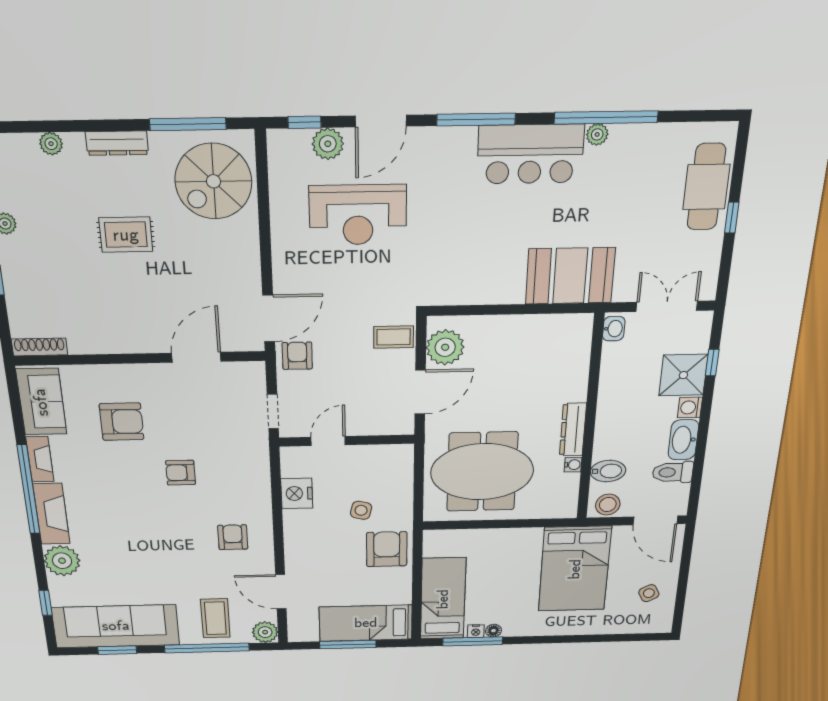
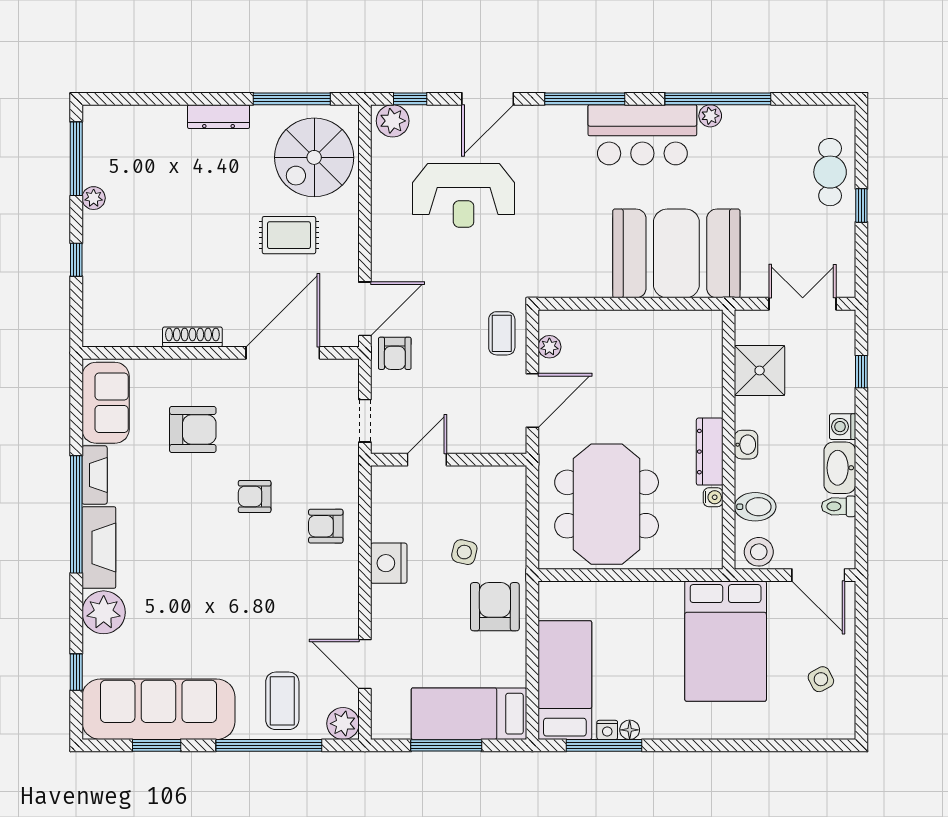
plant: (51, 144) -> (152, 116), removed
plant: (328, 144) -> (393, 121), moved
cafe table: (706, 187) -> (830, 172), width x0.73, depth x0.74
rug: (126, 235) -> (289, 235), moved
booth: (570, 276) -> (676, 253), width x1.36, depth x1.42
washbasin: (614, 329) -> (746, 445), moved
coffee table: (394, 337) -> (502, 333), turned 90
shoe rack: (39, 347) -> (192, 337), moved
plant: (445, 347) -> (549, 347), width x0.53, depth x0.53
armchair: (297, 356) -> (395, 353), turned 180
door: (196, 357) -> (283, 353), width x1.36
shower: (683, 375) -> (760, 370), moved
meeting table: (482, 472) -> (607, 504), turned 90
toilet: (673, 472) -> (839, 506), width x0.73, depth x0.72
nightstand: (297, 493) -> (389, 563), moved
armchair: (233, 537) -> (326, 526), moved, turned -90

